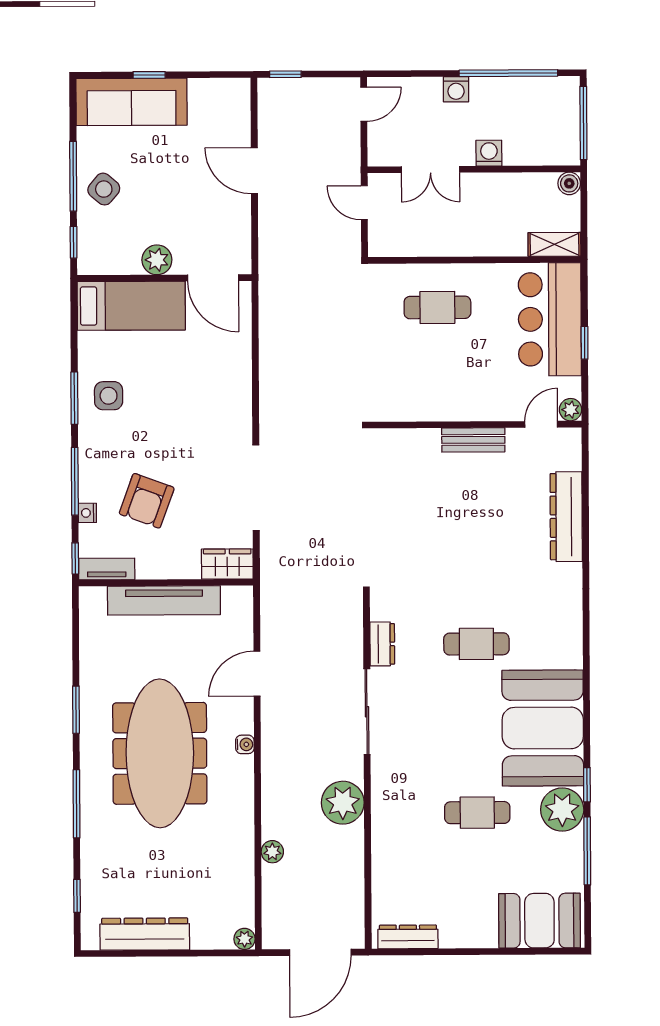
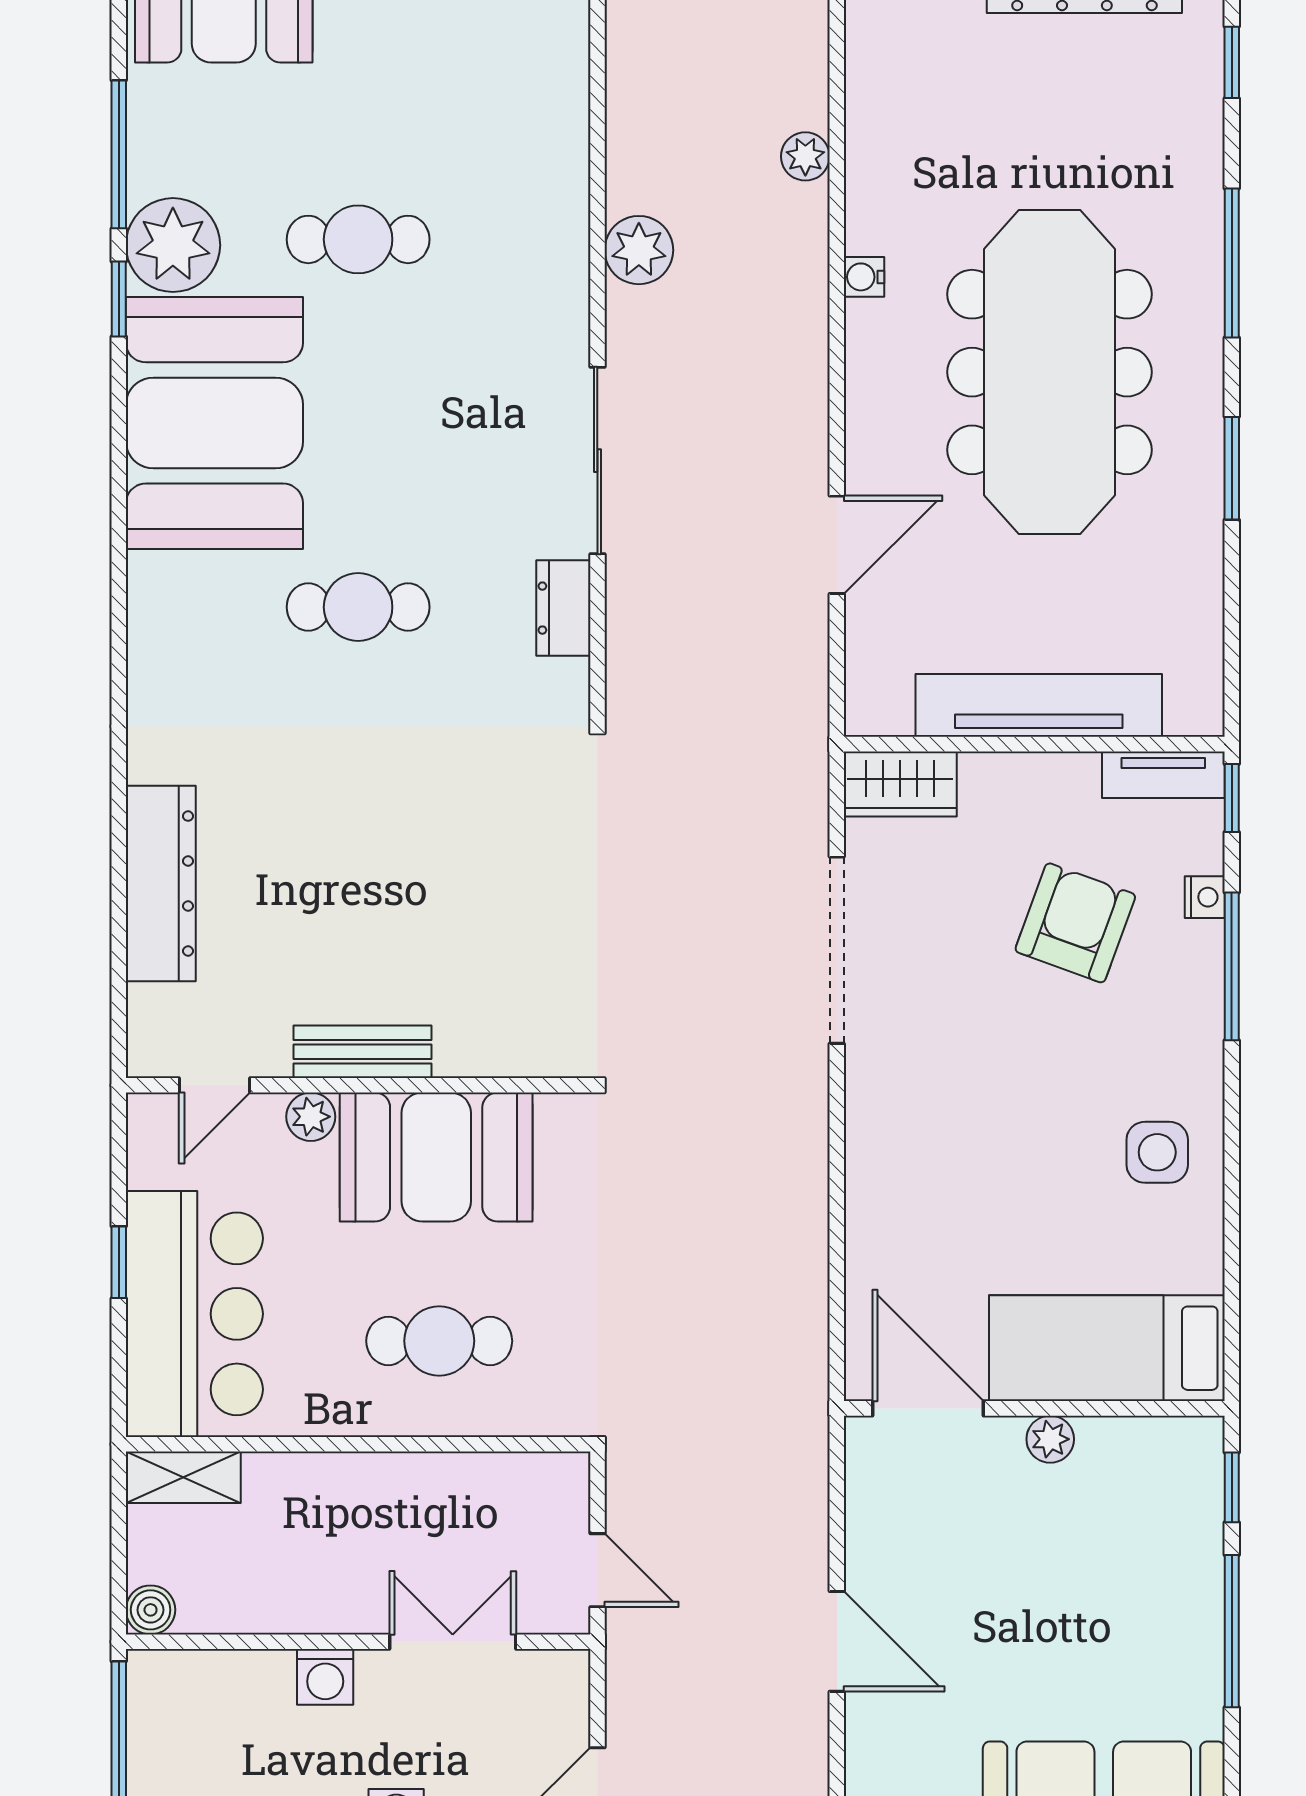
side table: (104, 189) -> (1165, 1603), removed
plant: (157, 260) -> (1050, 1439), width x0.73, depth x0.73
booth: (439, 392) -> (436, 1157), added
window: (74, 398) -> (1232, 1147), removed
plant: (571, 410) -> (311, 1117), moved
water cooler: (245, 744) -> (864, 277), moved
plant: (343, 803) -> (639, 250), width x0.73, depth x0.73

